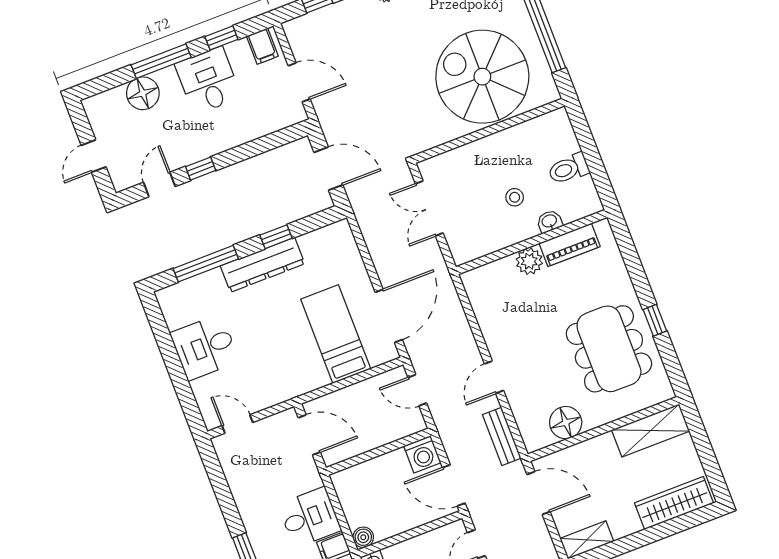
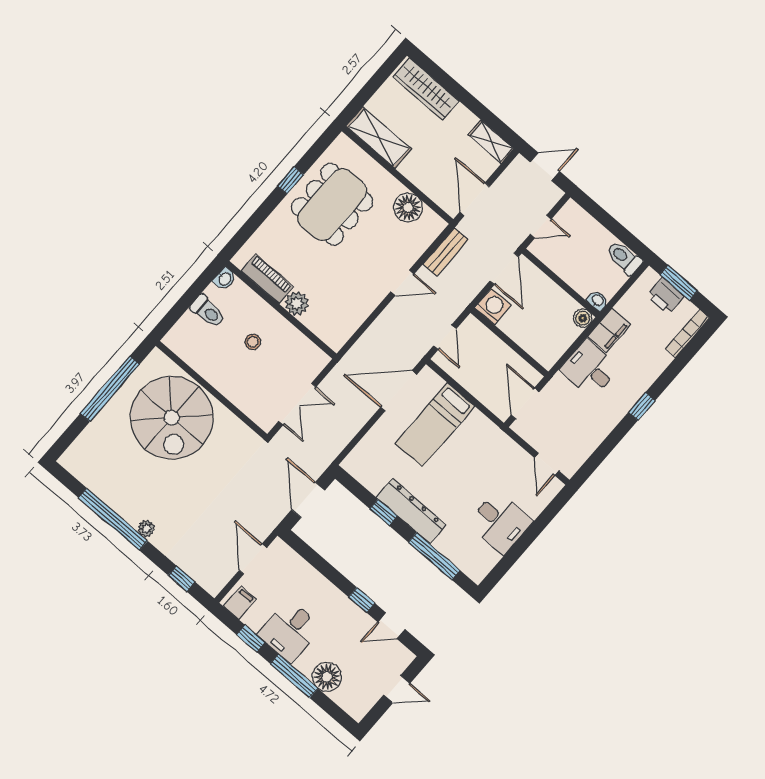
washbasin: (549, 221) -> (225, 279), moved, turned -90

